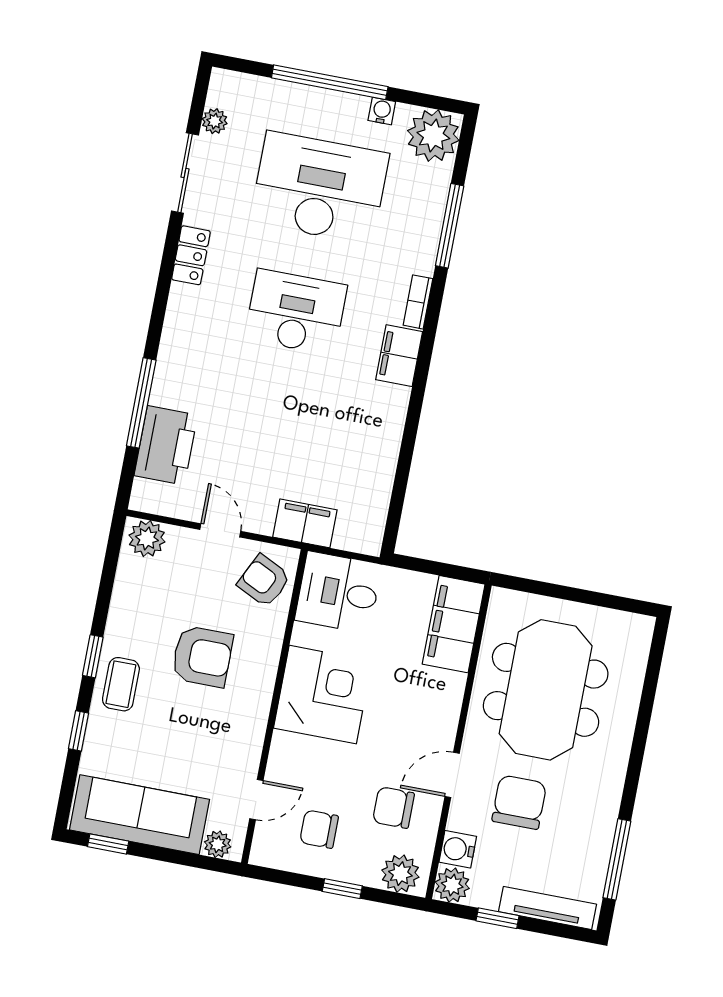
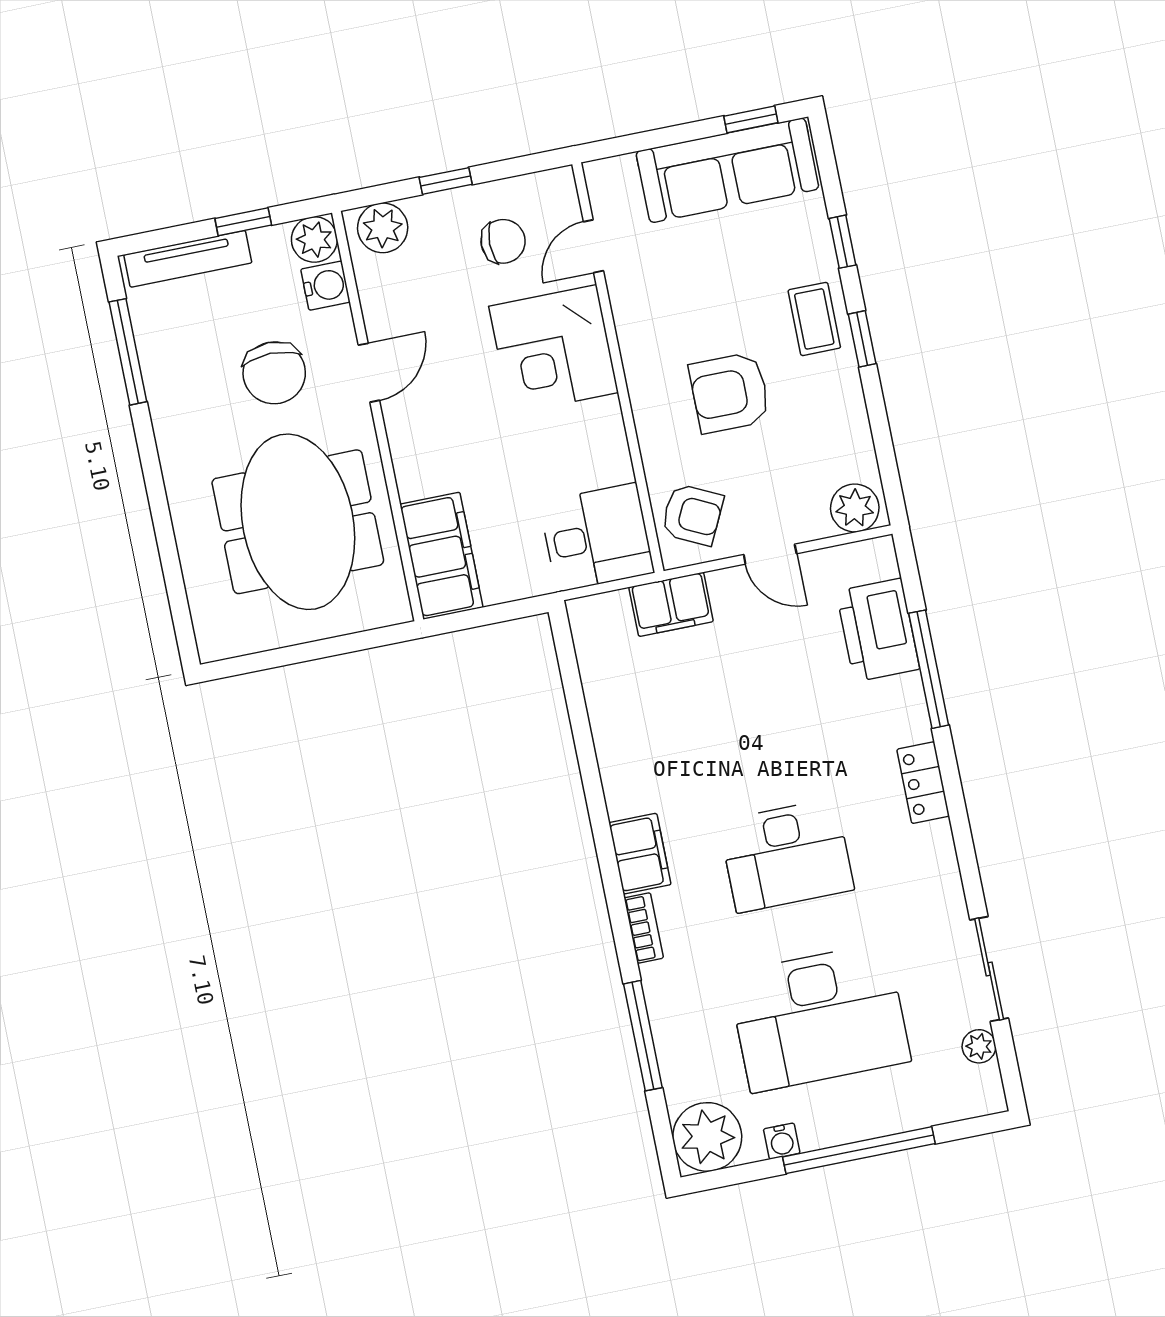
locker: (191, 255) -> (923, 783), moved
corner desk: (323, 695) -> (554, 349), moved
chair: (393, 808) -> (424, 304), removed
plant: (218, 844) -> (618, 173), removed

